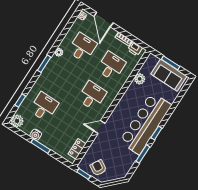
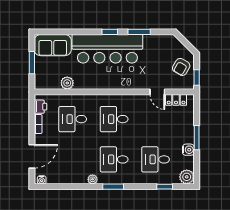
desk: (82, 47) -> (114, 159), moved
sofa: (169, 75) -> (53, 45), moved, turned 90
door: (99, 127) -> (157, 92), moved

